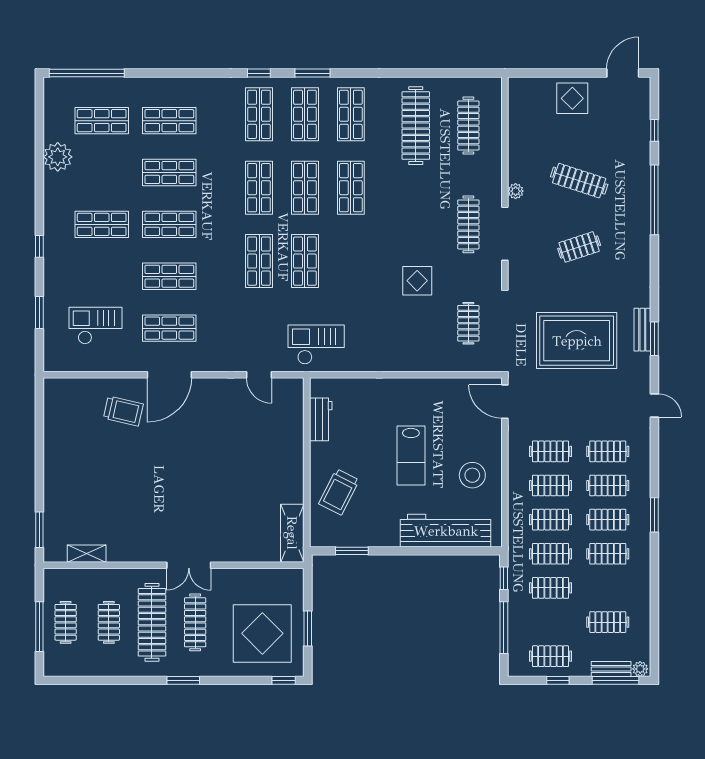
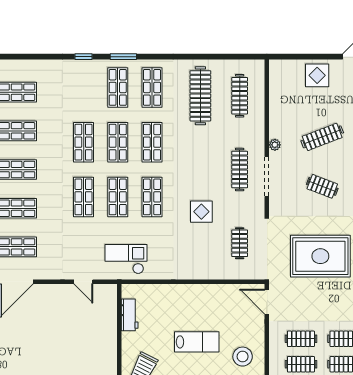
shop shelf: (259, 114) -> (152, 197), moved
clothes rail: (579, 181) -> (322, 137), turned -39
clothes rail: (579, 247) -> (322, 186), turned 39
lab bench: (411, 456) -> (197, 342), turned -90

